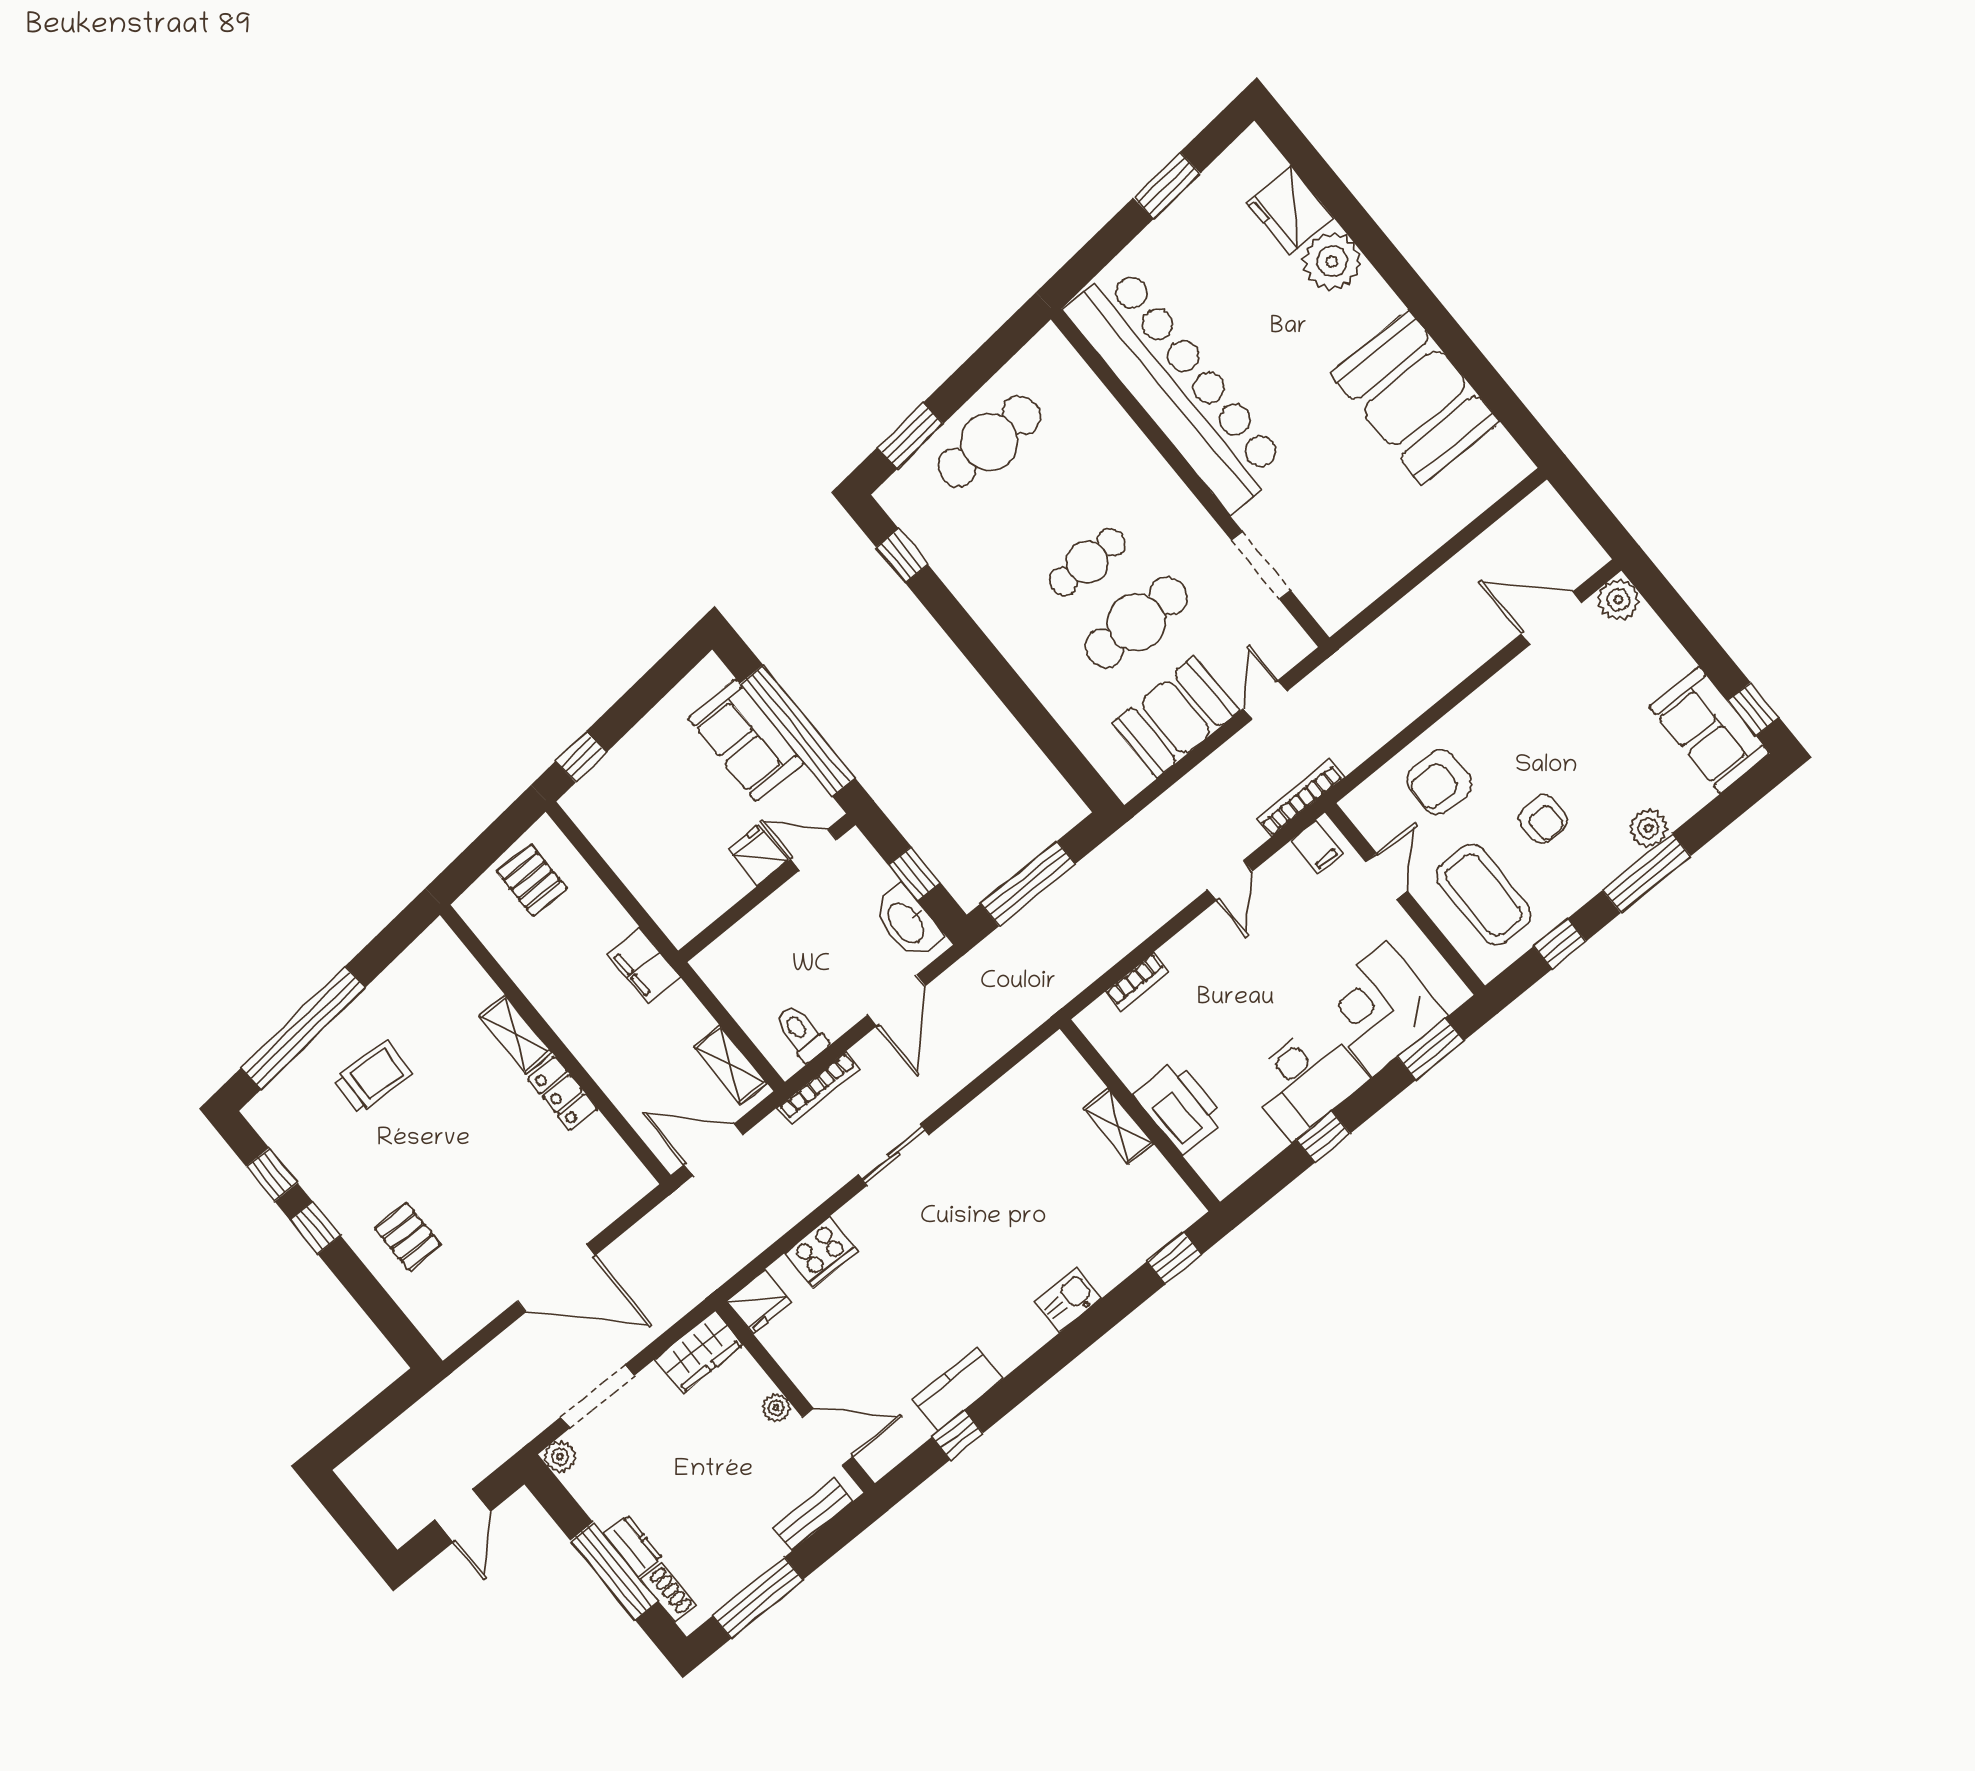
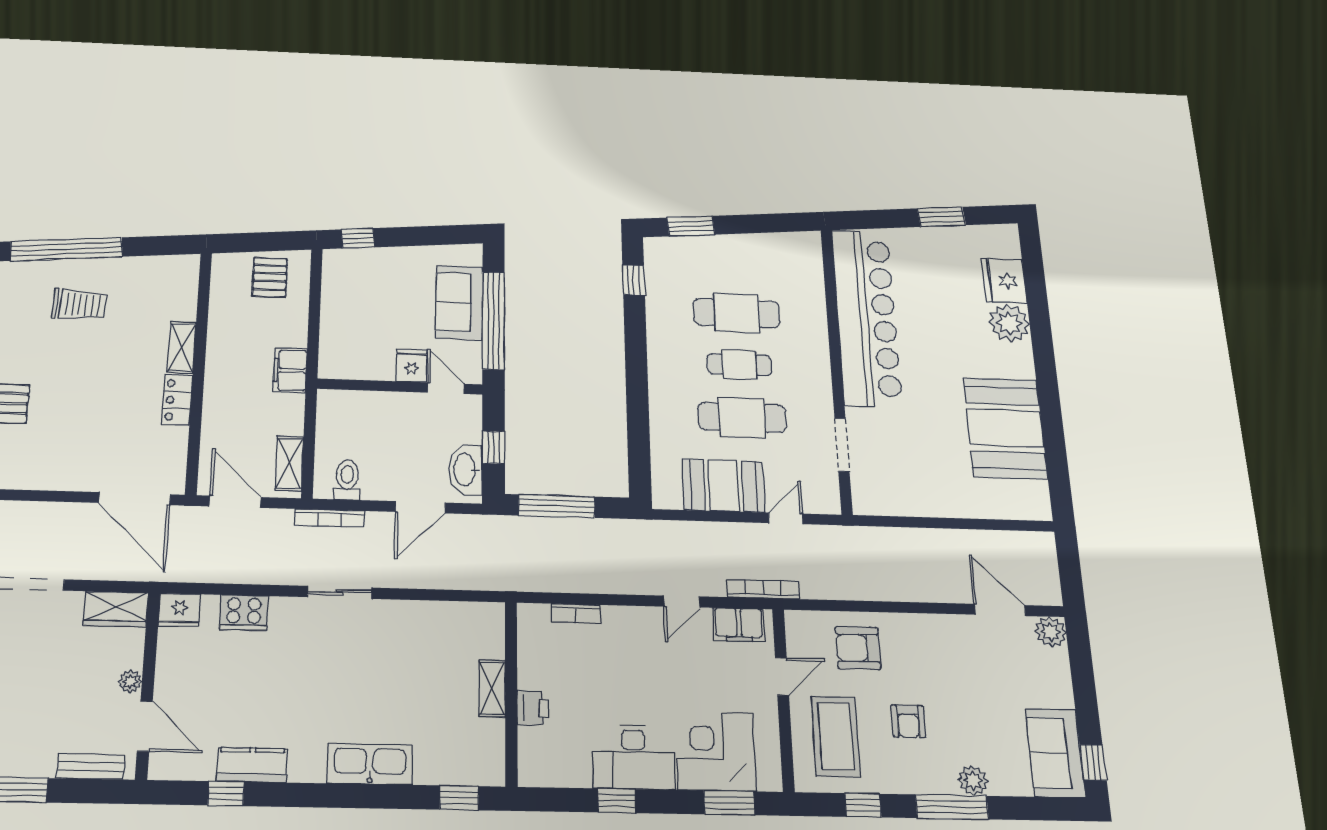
cafe table: (989, 442) -> (737, 313), moved
filing cabinet: (1317, 847) -> (739, 625), width x2.00
printer: (1179, 1107) -> (533, 708), width x0.53, depth x0.68
door: (556, 1278) -> (135, 499), moved
kitchen sink: (1068, 1300) -> (370, 764), width x1.87, depth x1.24

